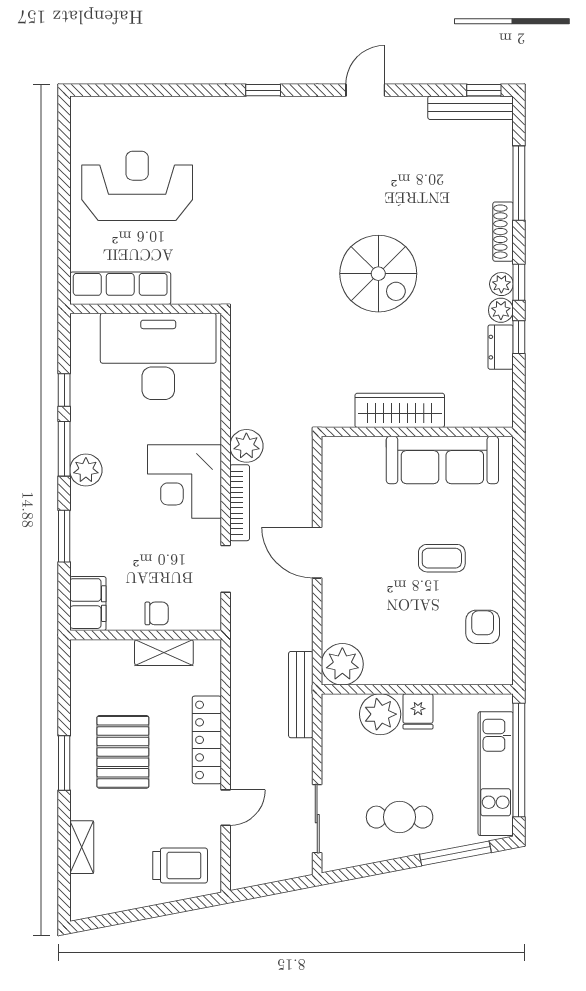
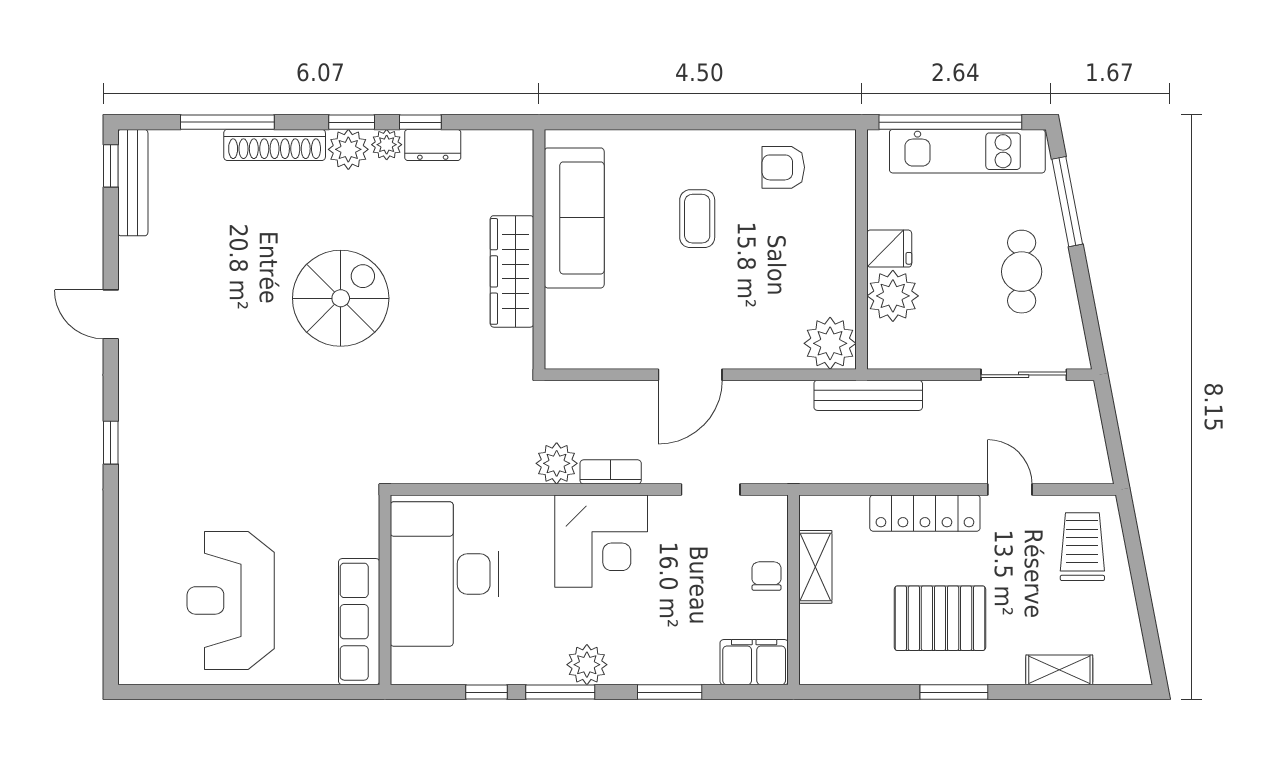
shoe rack: (503, 232) -> (275, 145), width x1.36, depth x1.24
plant: (501, 284) -> (348, 149), width x1.38, depth x1.38
bookcase: (240, 503) -> (611, 472), width x0.64

